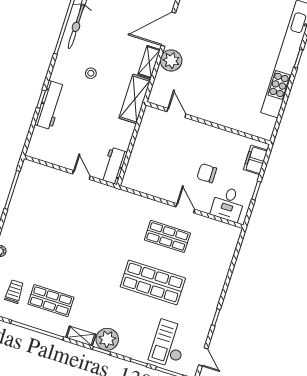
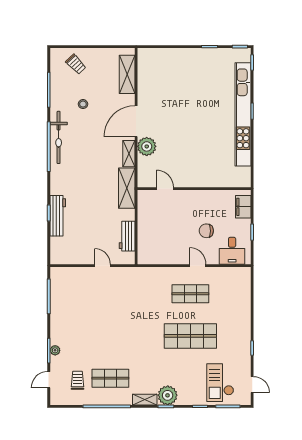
stool: (91, 73) -> (83, 178), removed
workbench: (114, 166) -> (127, 236), moved

